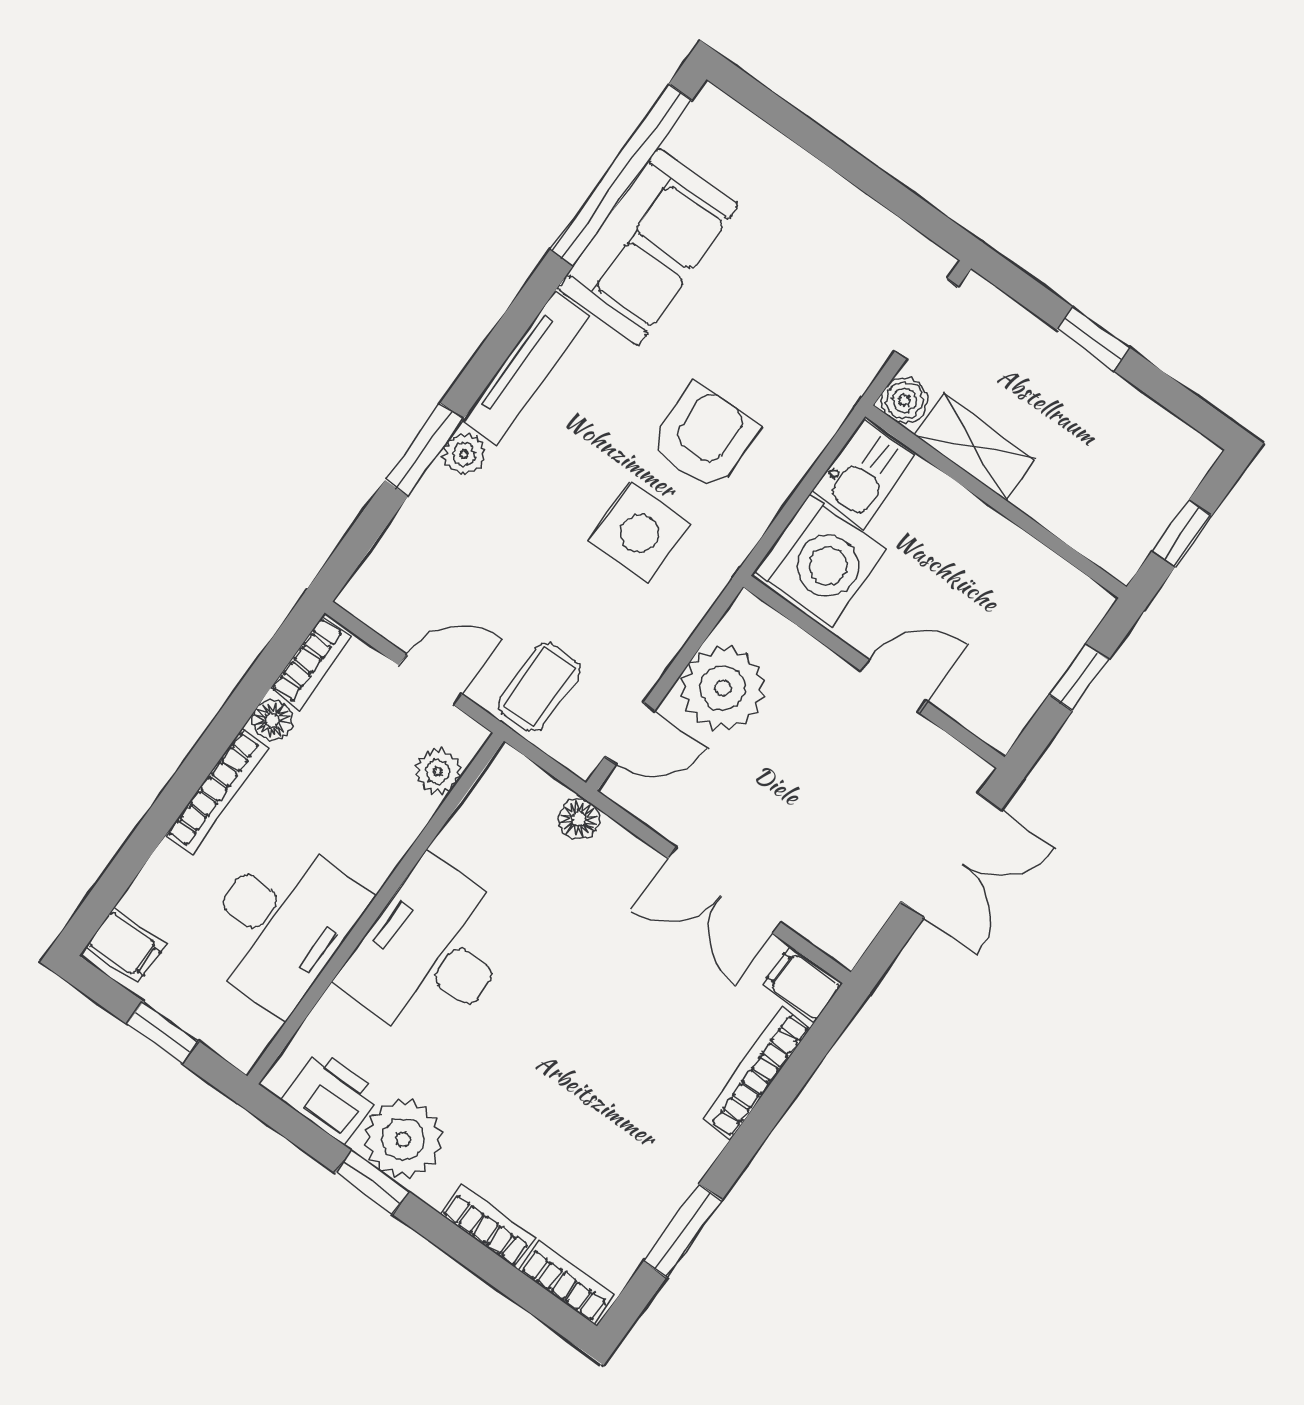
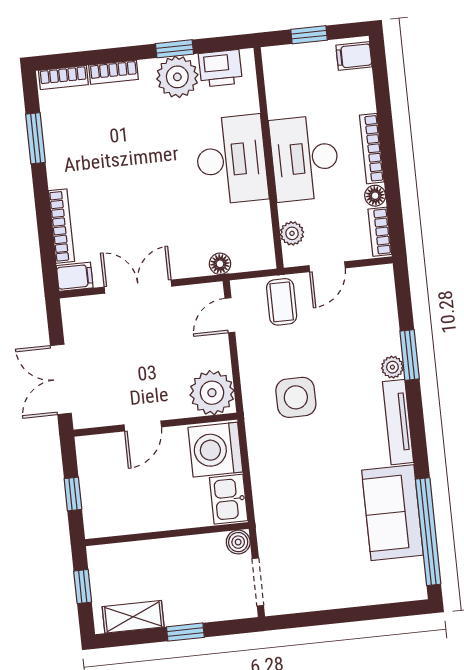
armchair: (703, 437) -> (304, 457), removed
shelving: (974, 447) -> (133, 617), moved
plant: (723, 688) -> (212, 393), moved
desk: (281, 924) -> (305, 158), moved

